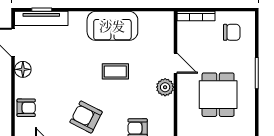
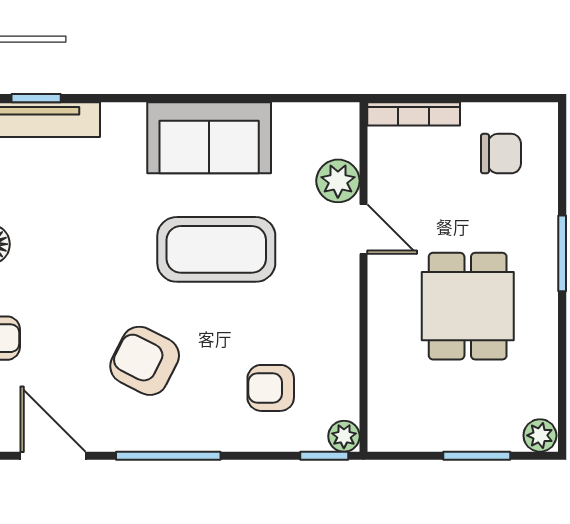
coffee table: (115, 71) -> (216, 249), width x1.86, depth x1.72
plant: (165, 87) -> (338, 181), moved

